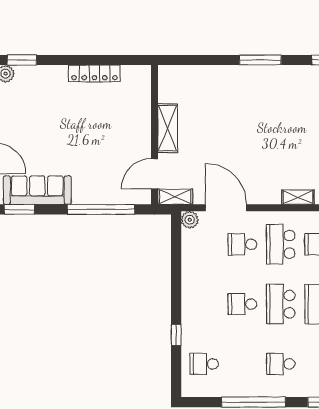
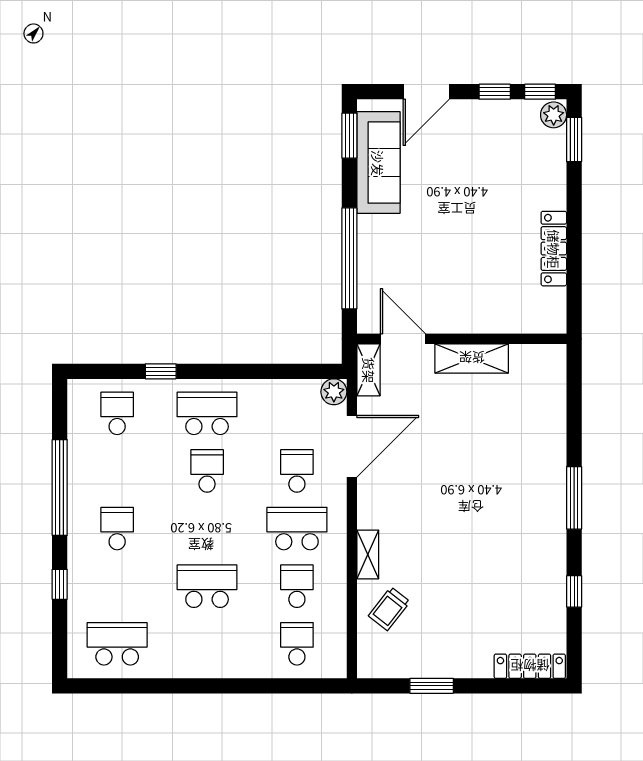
school desk: (281, 304) -> (207, 413), moved

